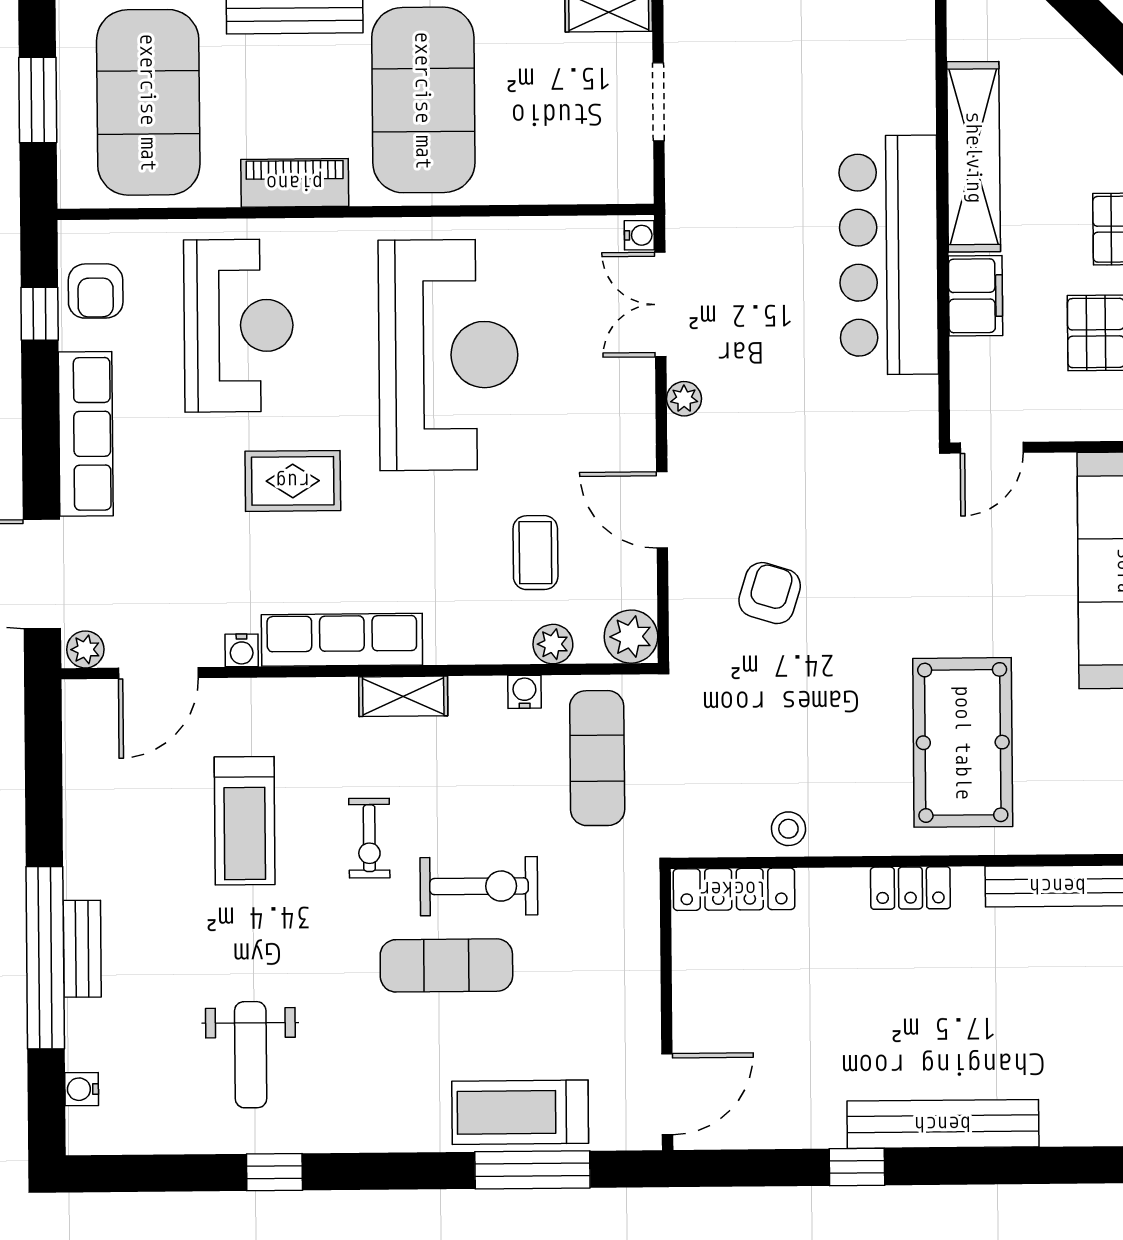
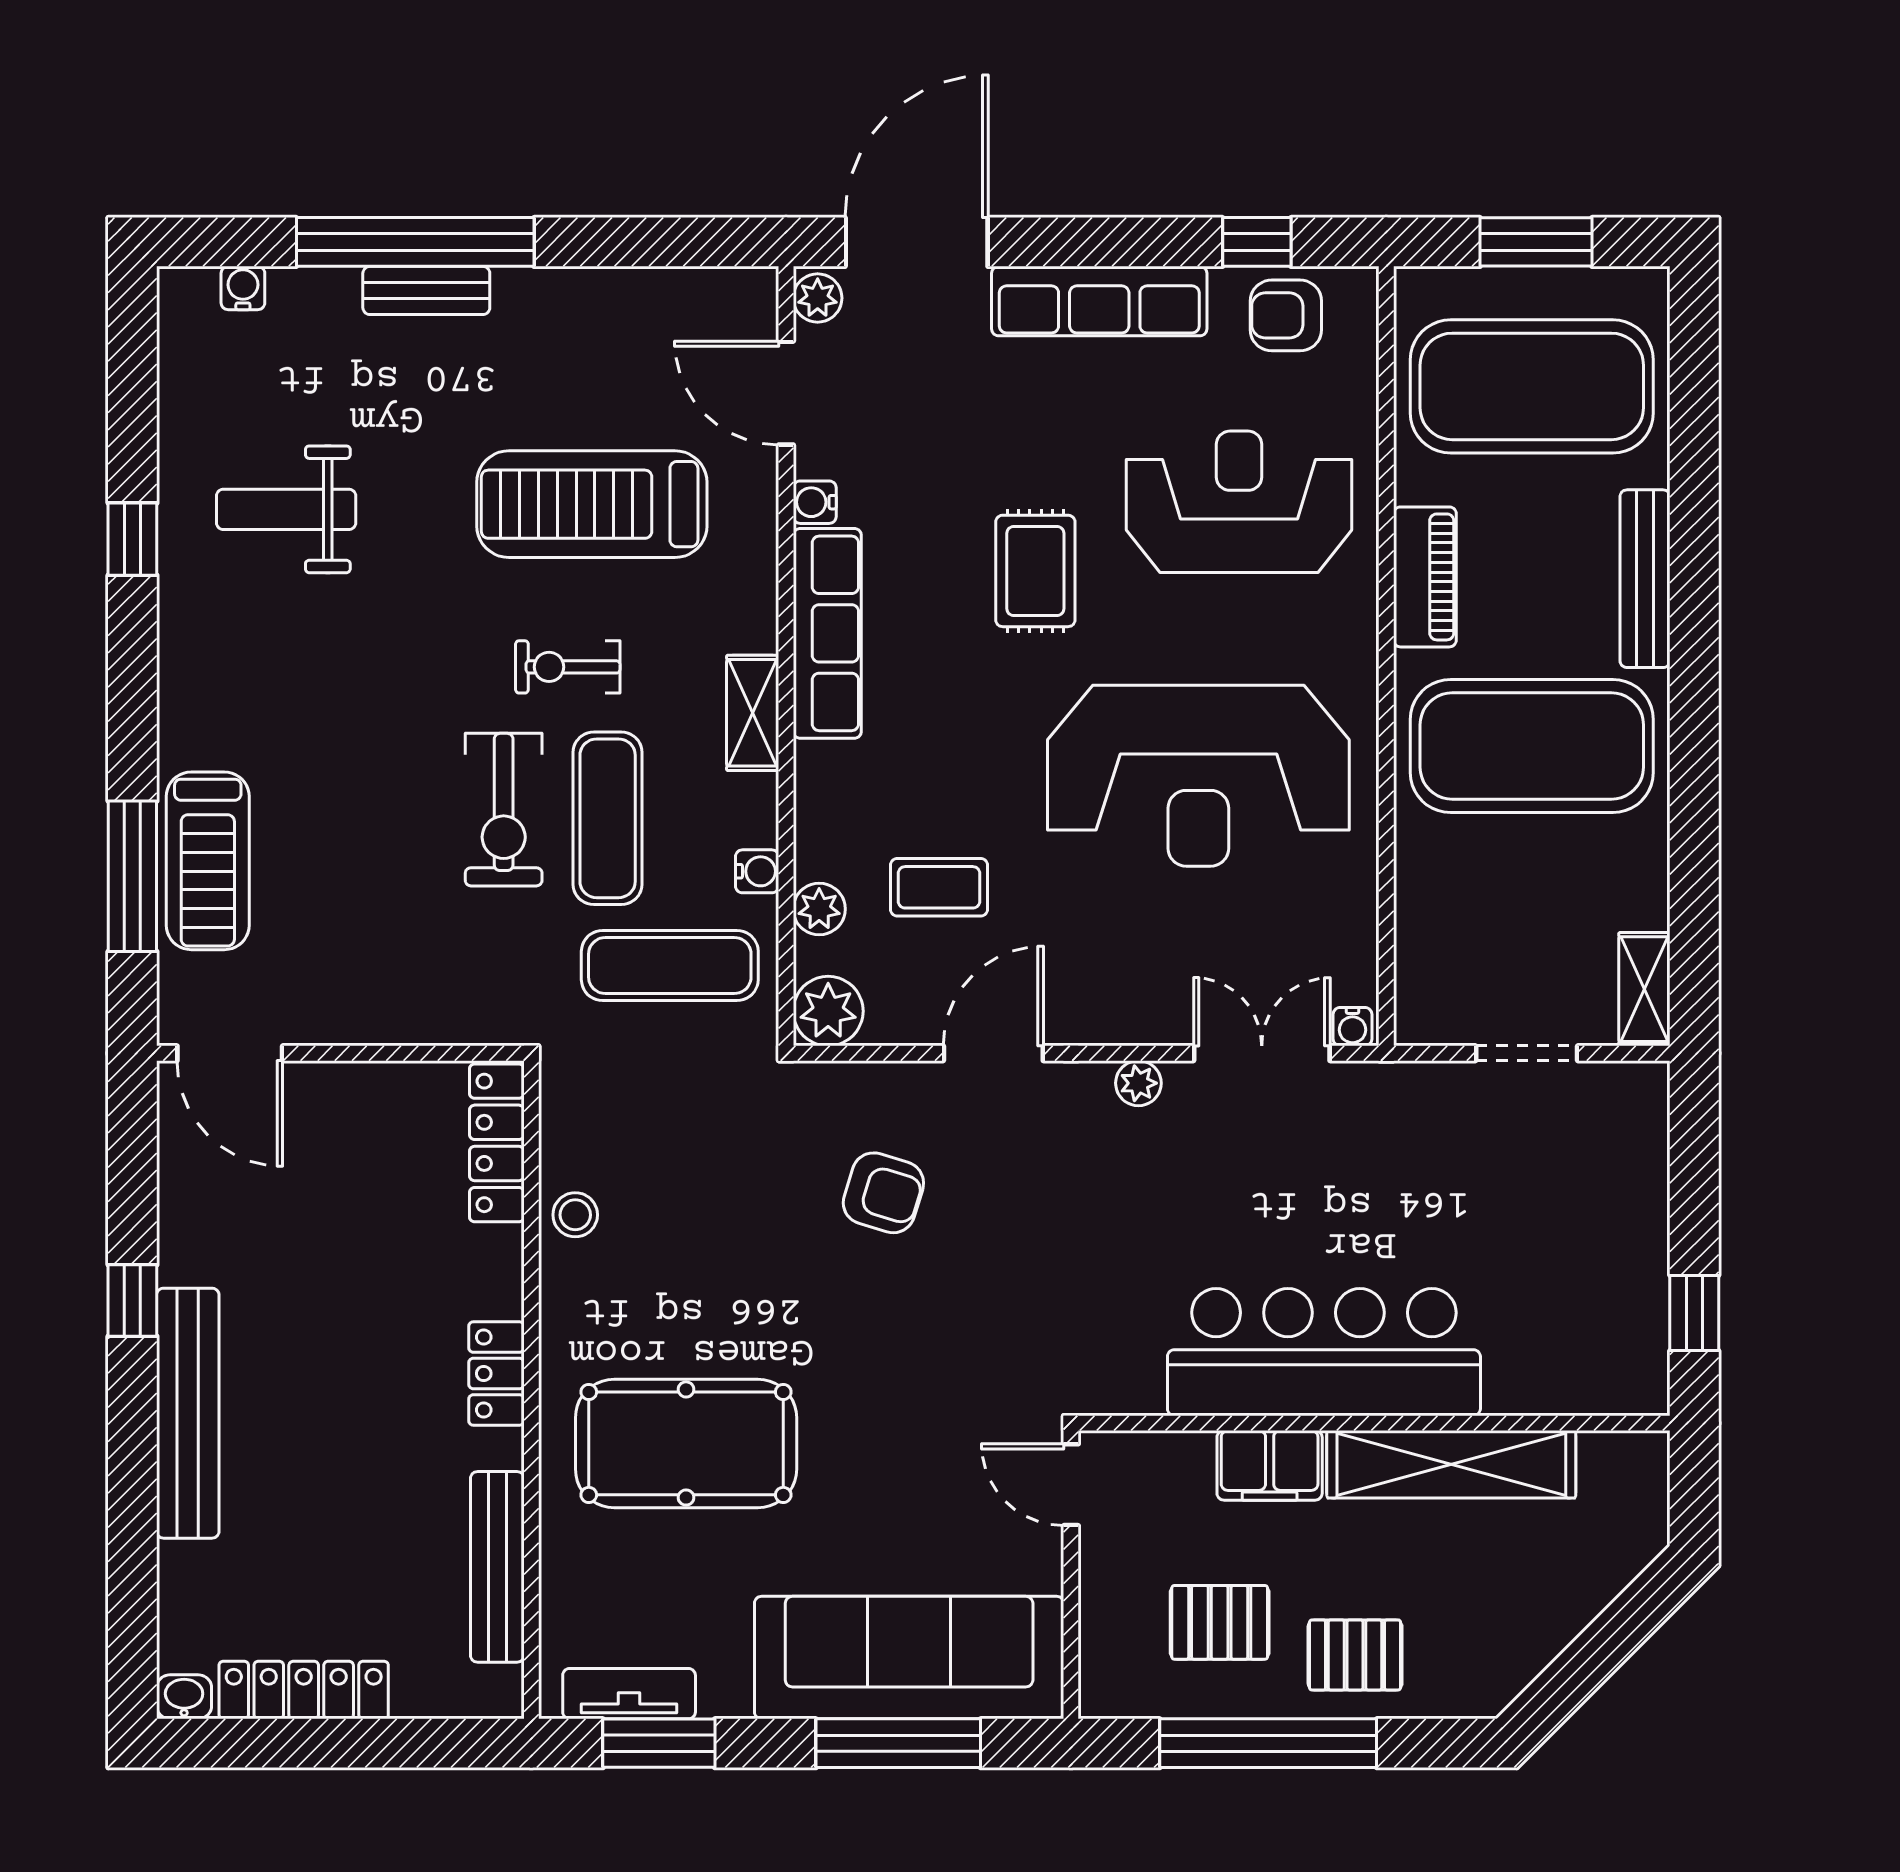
reception desk: (239, 326) -> (1239, 502), turned 180
treadmill: (245, 821) -> (592, 504), width x1.37, depth x1.37
exercise mat: (446, 965) -> (608, 818), moved
treadmill: (520, 1112) -> (208, 861), turned 180

